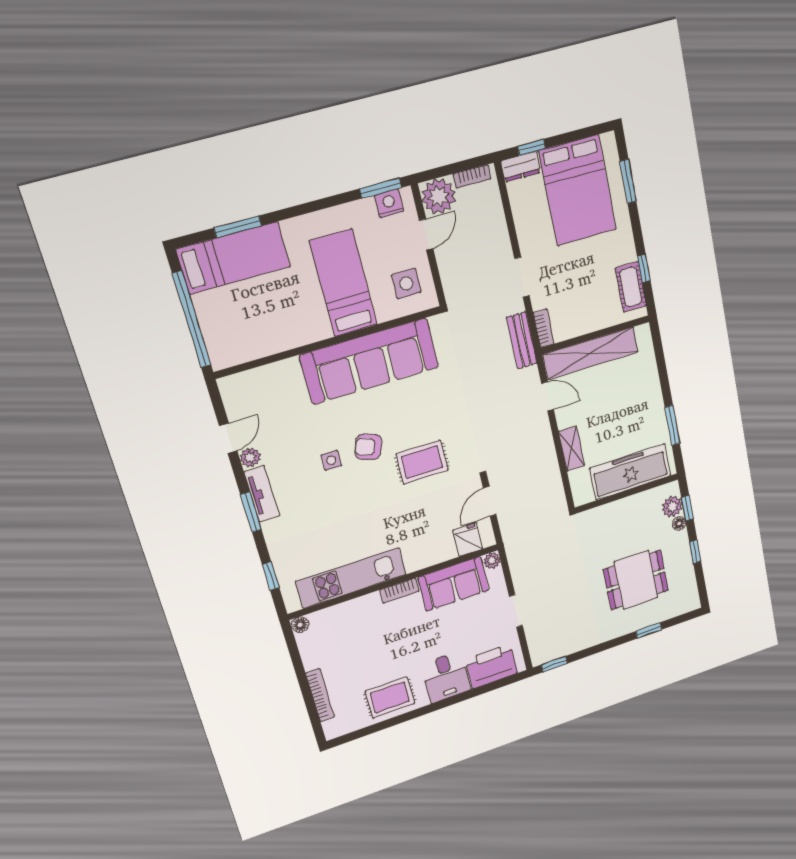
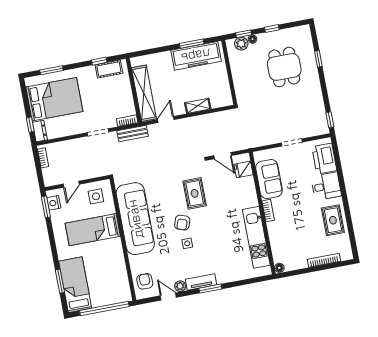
plant: (439, 196) -> (52, 176), removed
door: (426, 234) -> (71, 184), swing flipped
armchair: (253, 391) -> (145, 281), added
freezer: (630, 472) -> (196, 56), moved, turned -90
plant: (492, 561) -> (258, 156), removed
window: (271, 576) -> (248, 281), removed

